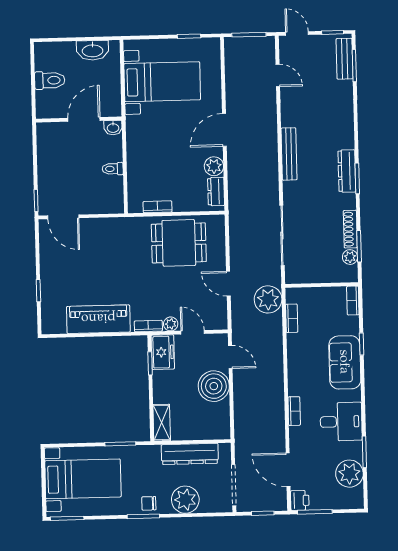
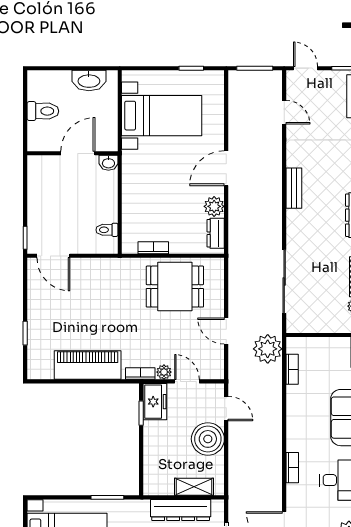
bench: (289, 154) -> (294, 188), width x0.73
toilet: (113, 169) -> (107, 230), moved
shelving: (162, 423) -> (194, 487), moved, turned 90

